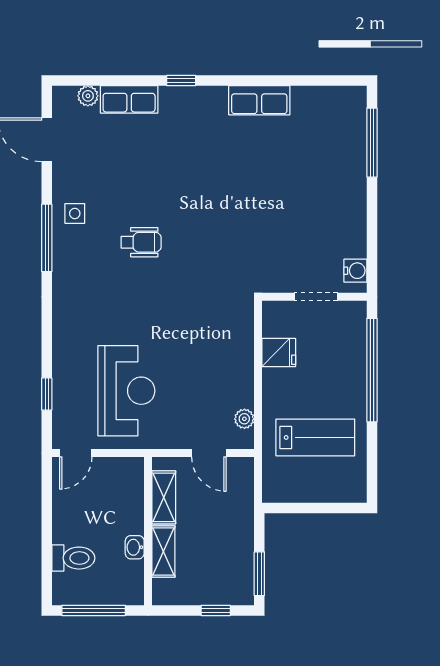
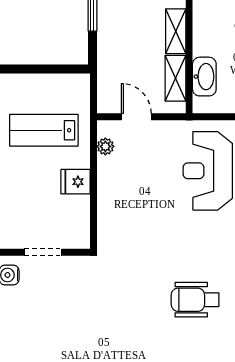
wheelchair: (141, 242) -> (195, 300), width x1.36, depth x1.37
fridge: (279, 352) -> (76, 182), moved
washbasin: (135, 547) -> (204, 77), moved, width x1.91, depth x1.45

